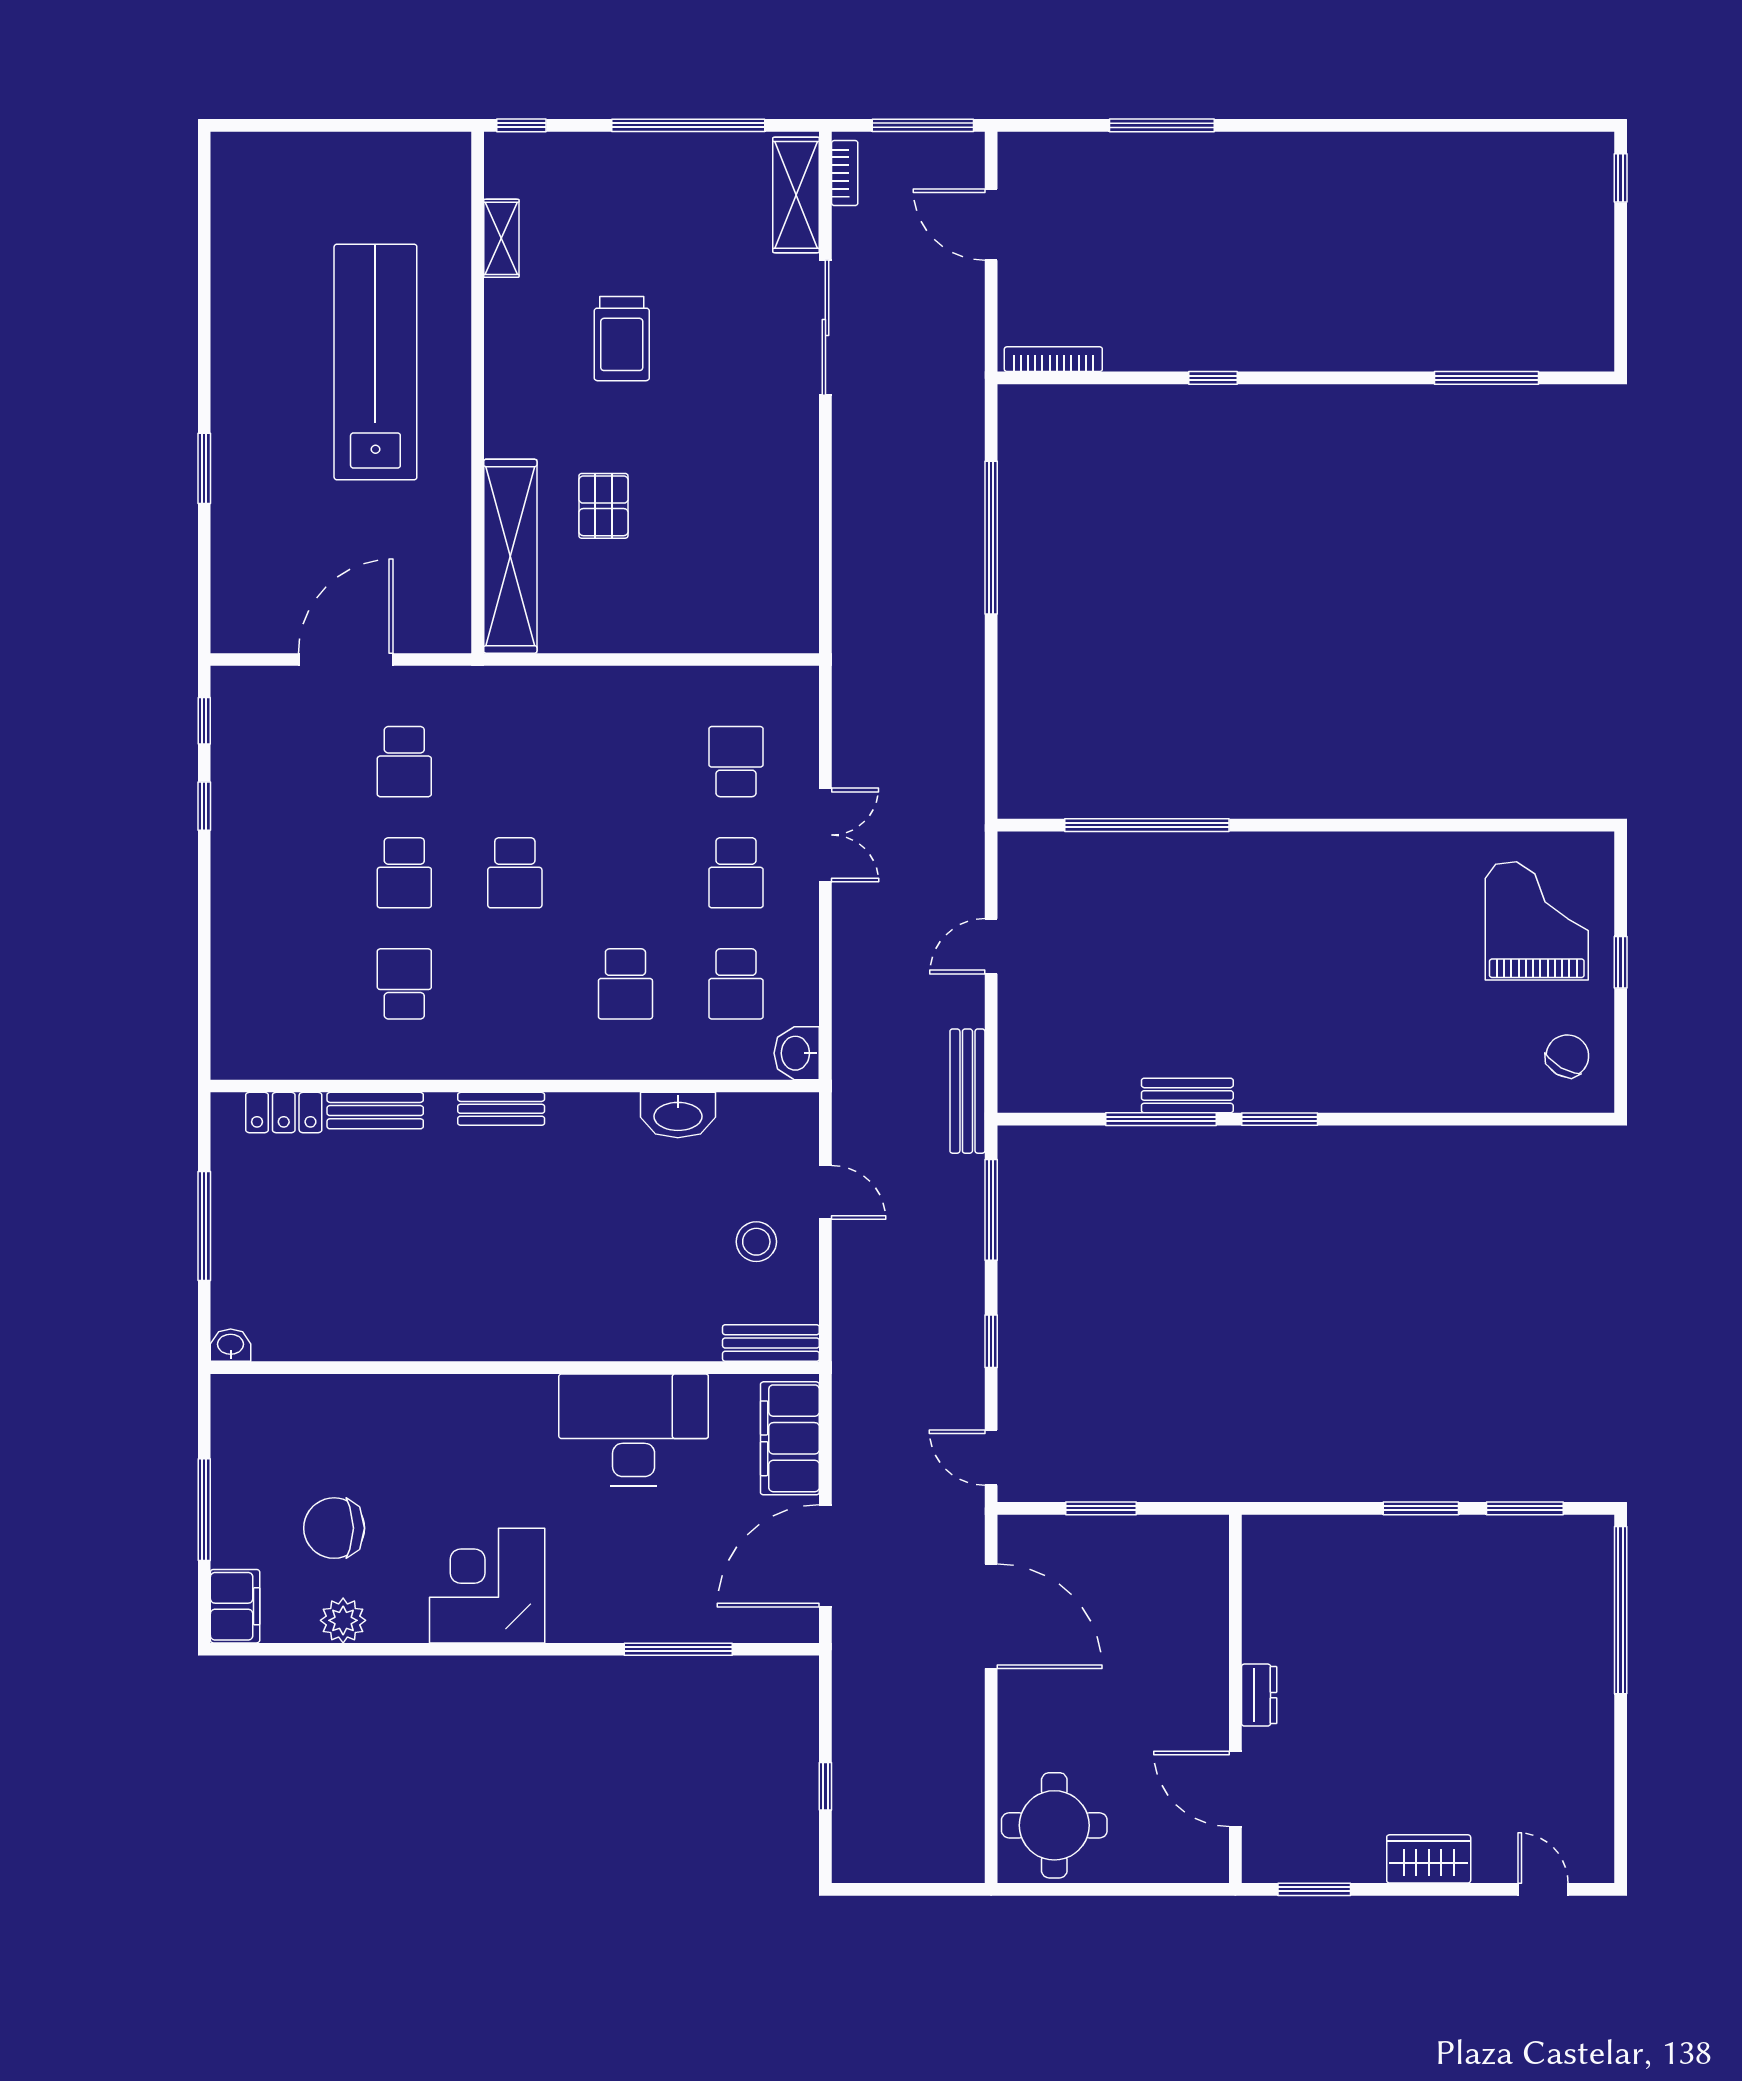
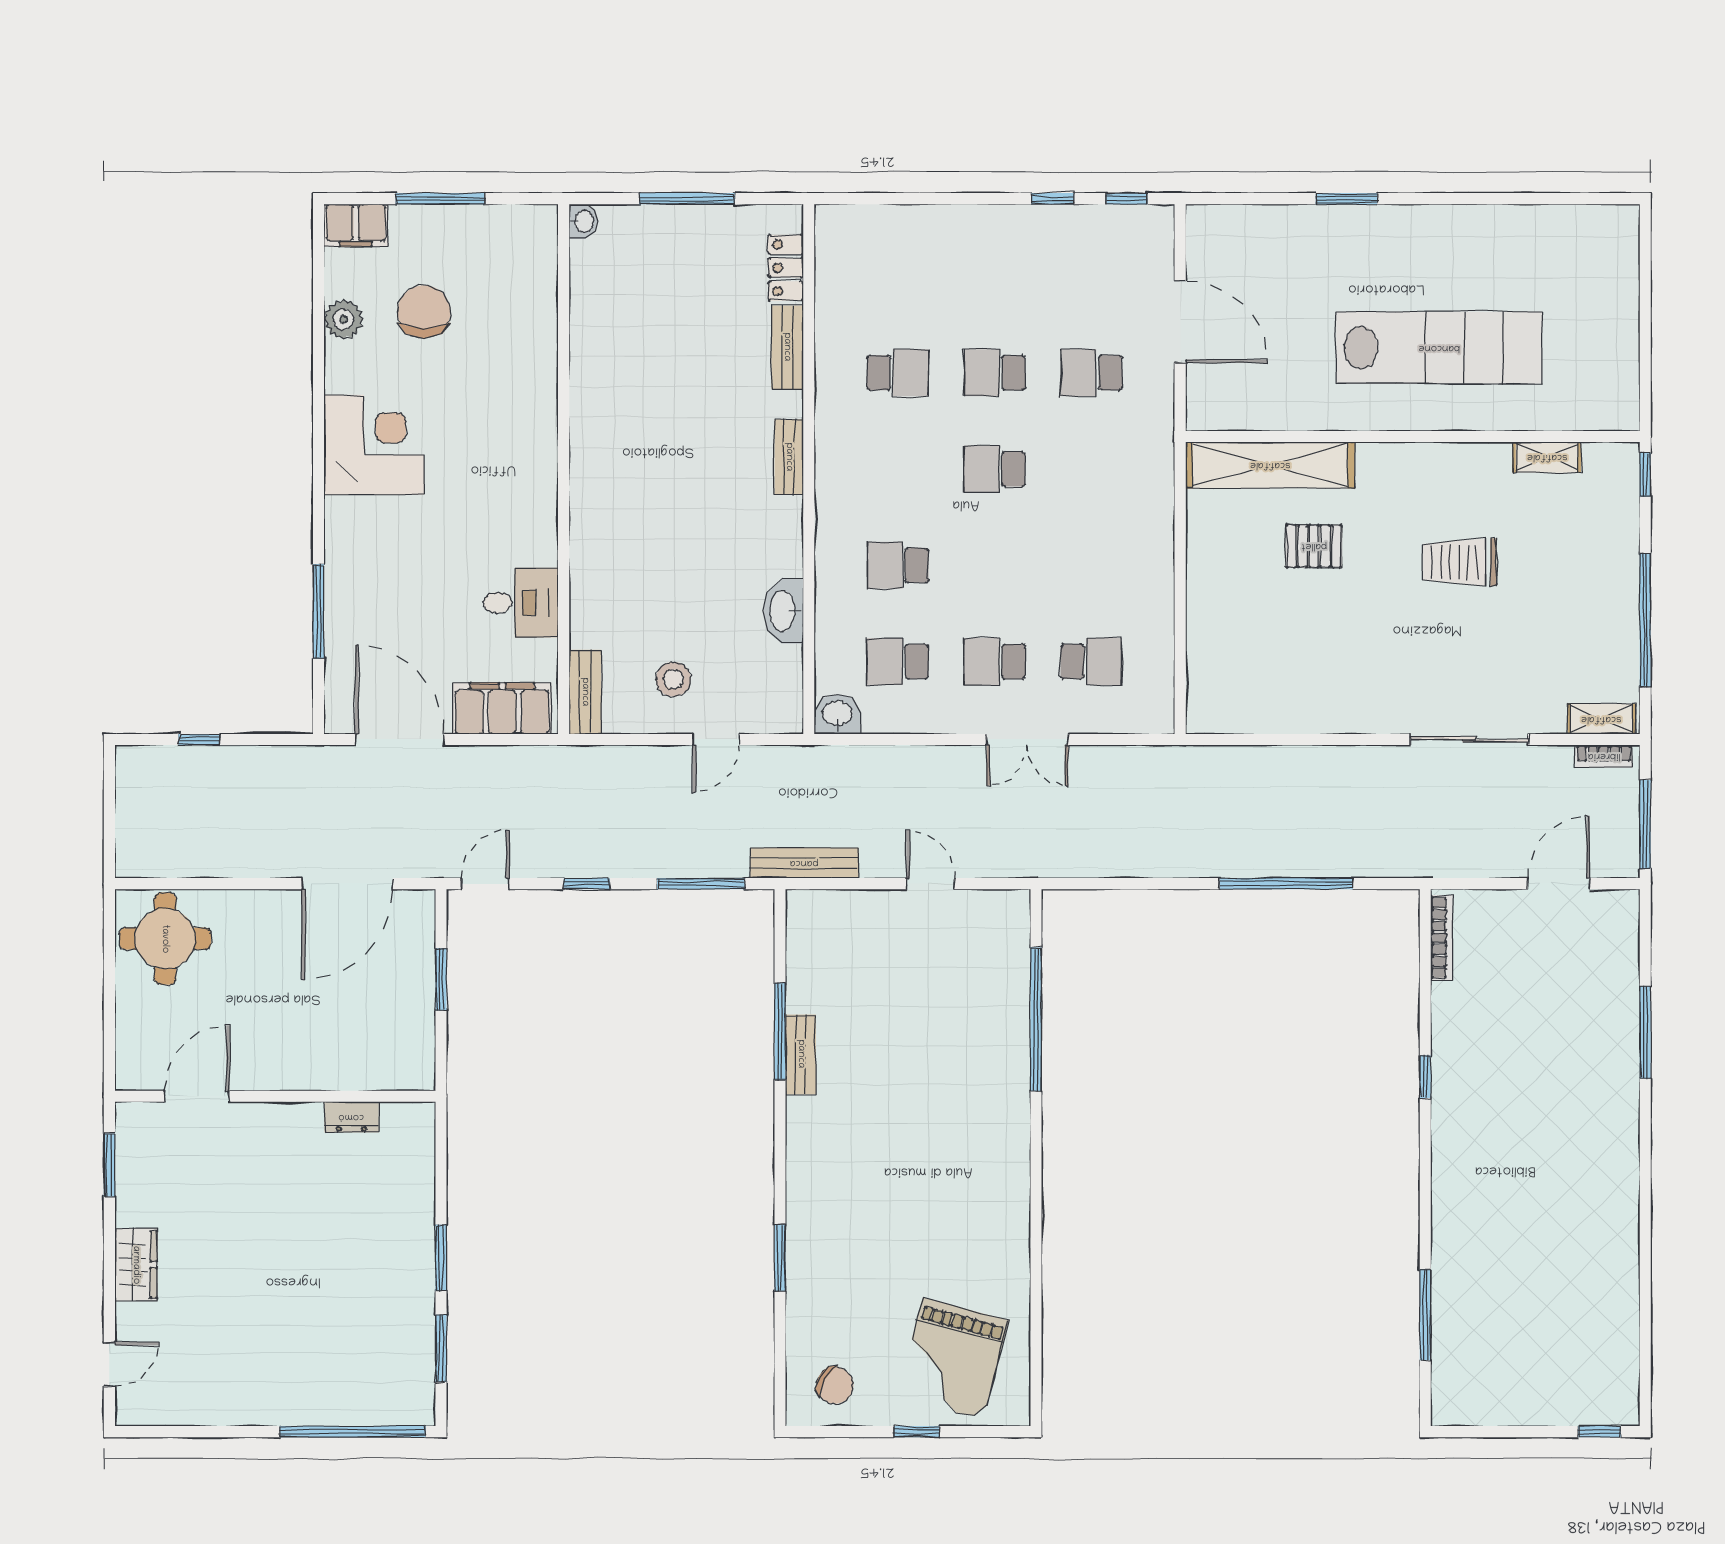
shelving: (796, 195) -> (1601, 719), width x0.67, depth x0.75
grand piano: (1537, 921) -> (953, 1359), turned 105
window: (1280, 1119) -> (780, 1258), moved
desk: (634, 1430) -> (521, 603), width x0.53, depth x0.77
dresser: (1259, 1695) -> (351, 1117), moved

